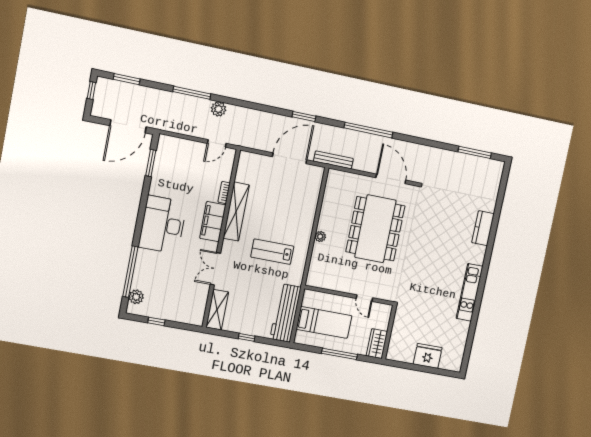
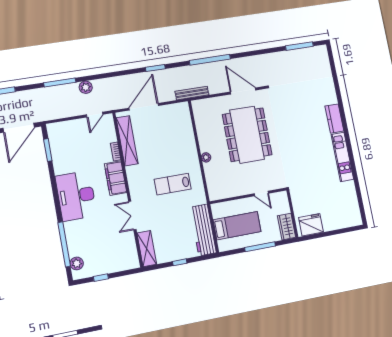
door: (290, 158) -> (144, 107), moved
shelving: (236, 212) -> (127, 141), moved
kitchen counter: (483, 228) -> (334, 119), moved
fridge: (428, 356) -> (311, 225), moved

